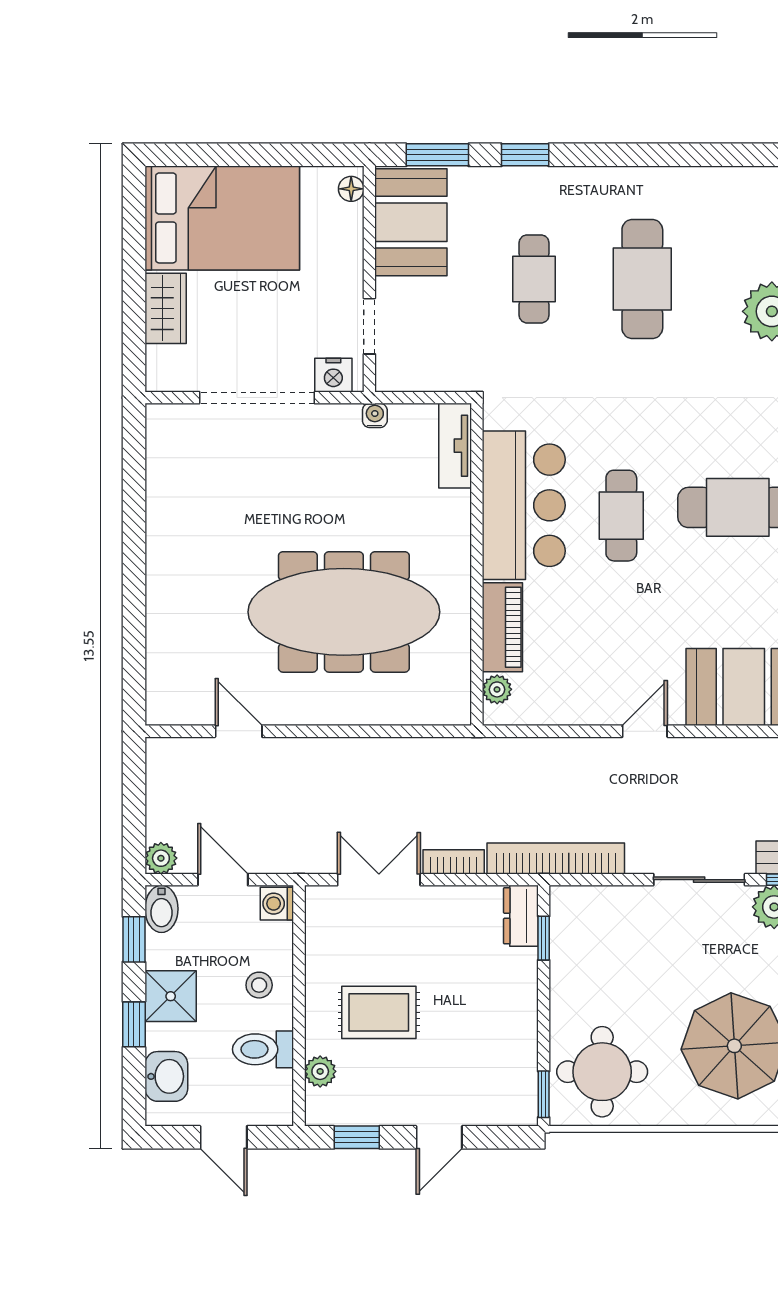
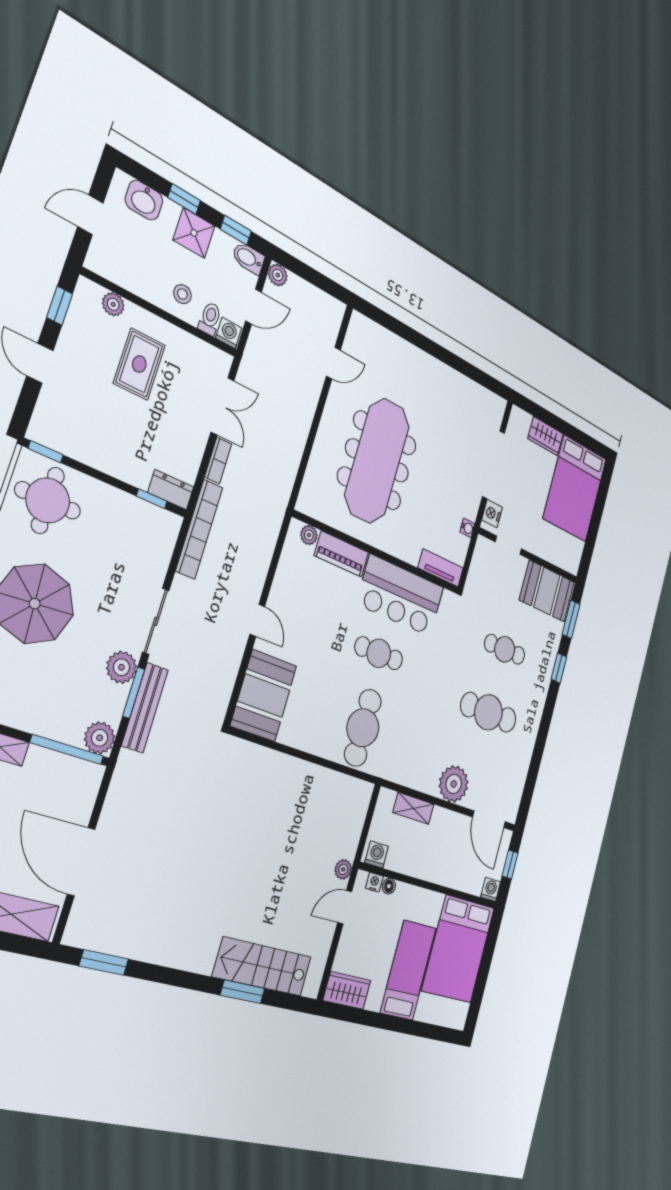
floor lamp: (351, 189) -> (569, 565), removed
toilet: (263, 1049) -> (210, 319), moved, width x0.73, depth x0.72

